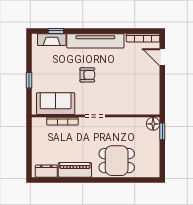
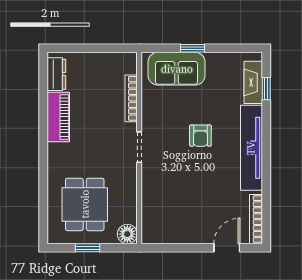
sofa: (56, 104) -> (177, 69), moved, turned 90
window: (162, 131) -> (87, 248), moved
dining table: (117, 161) -> (85, 204), moved

